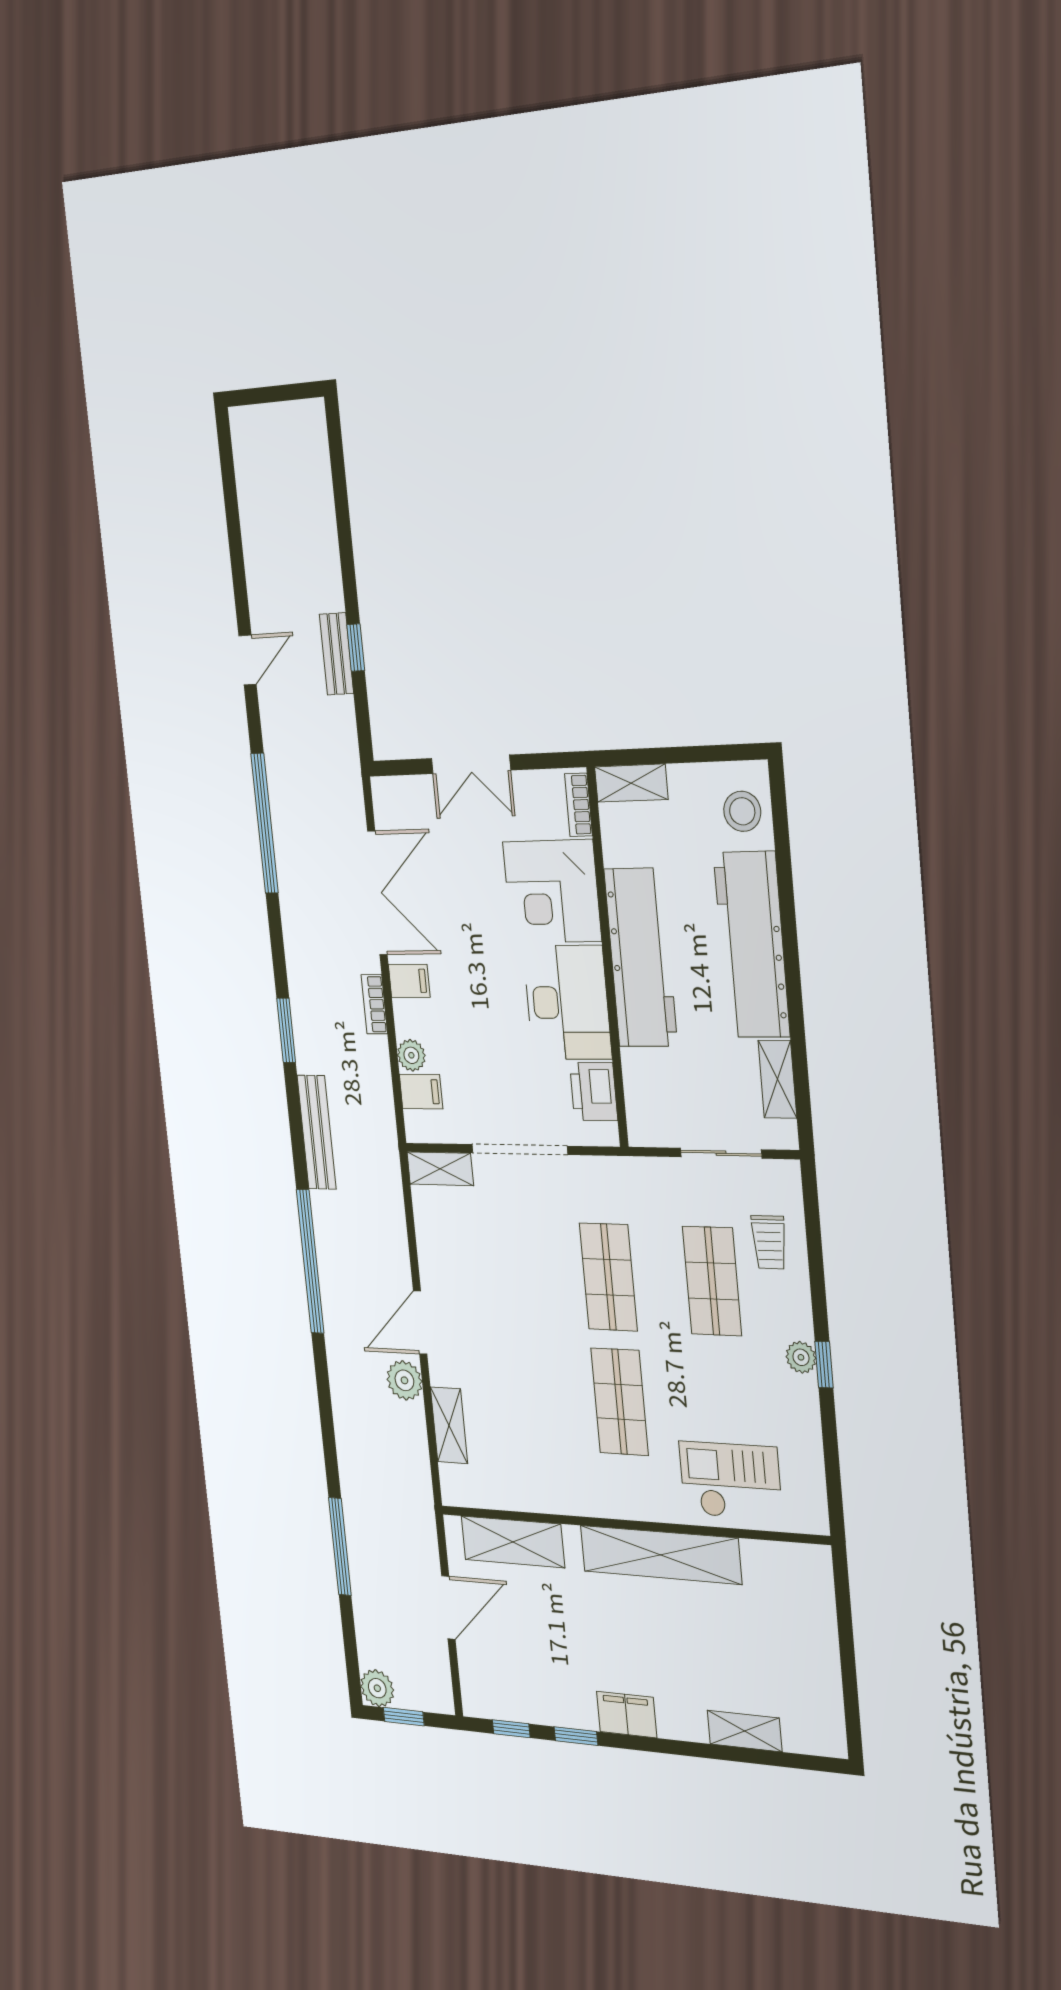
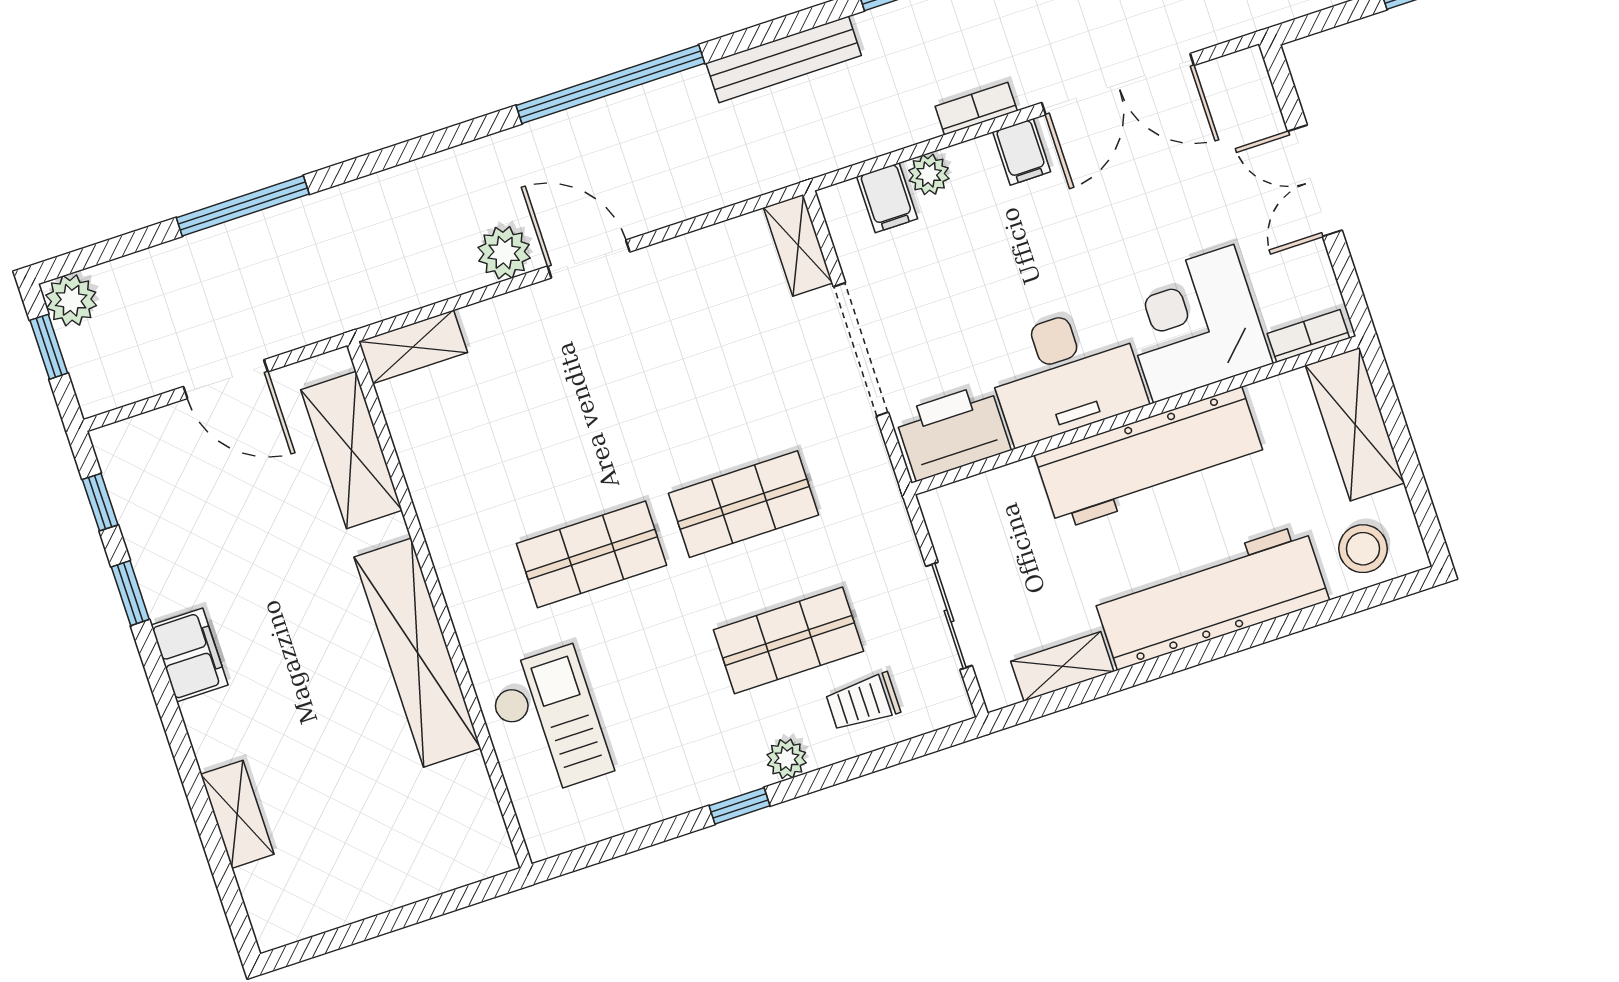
shelving: (631, 783) -> (1355, 424), width x1.50, depth x1.33
printer: (594, 1092) -> (953, 432), width x1.37, depth x1.19
plant: (801, 1357) -> (787, 759), moved
shelving: (449, 1425) -> (413, 347), moved

